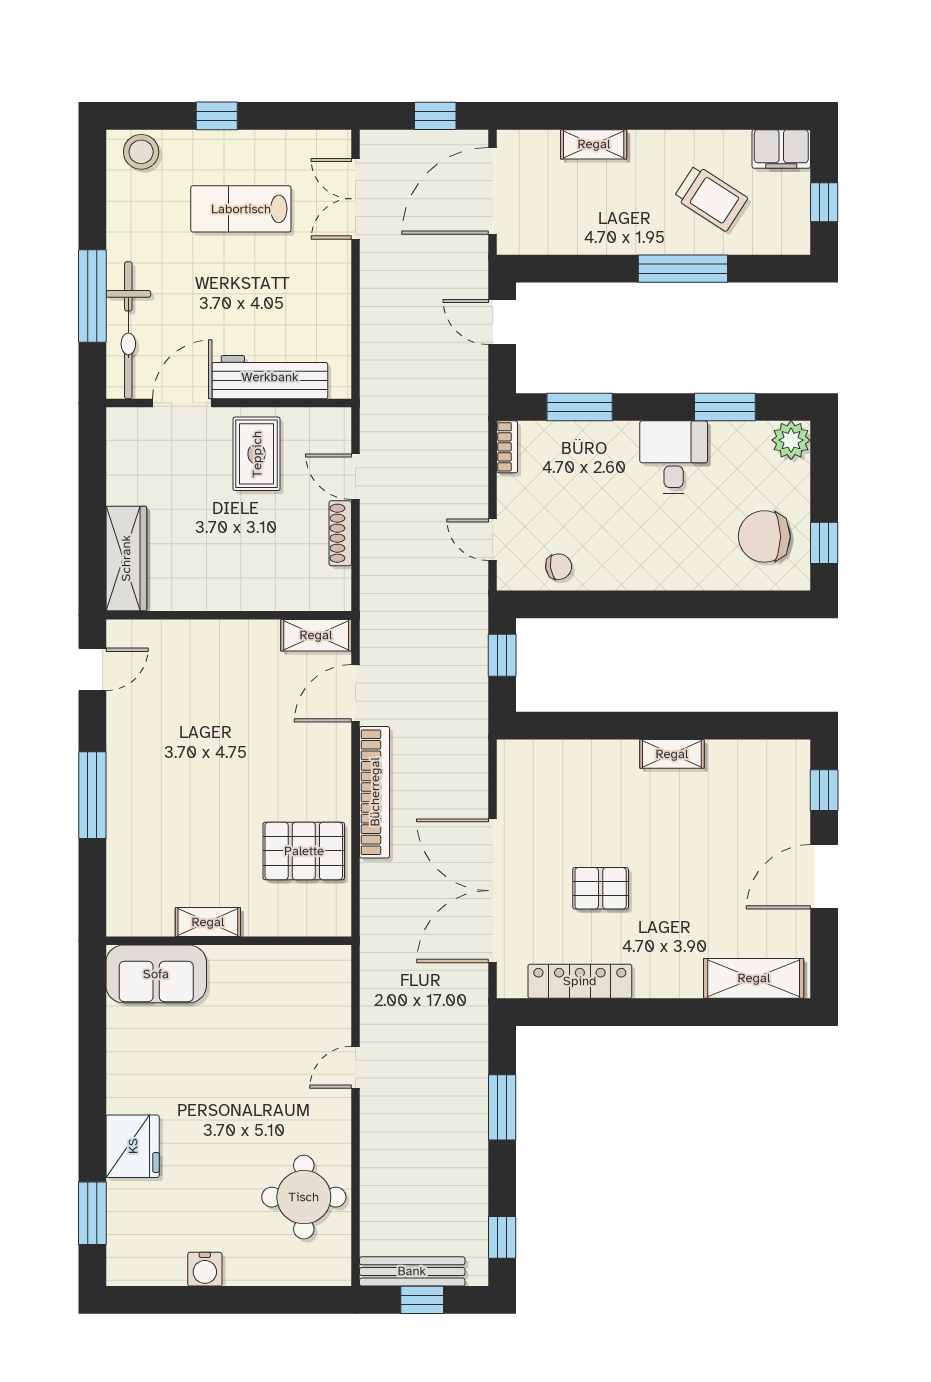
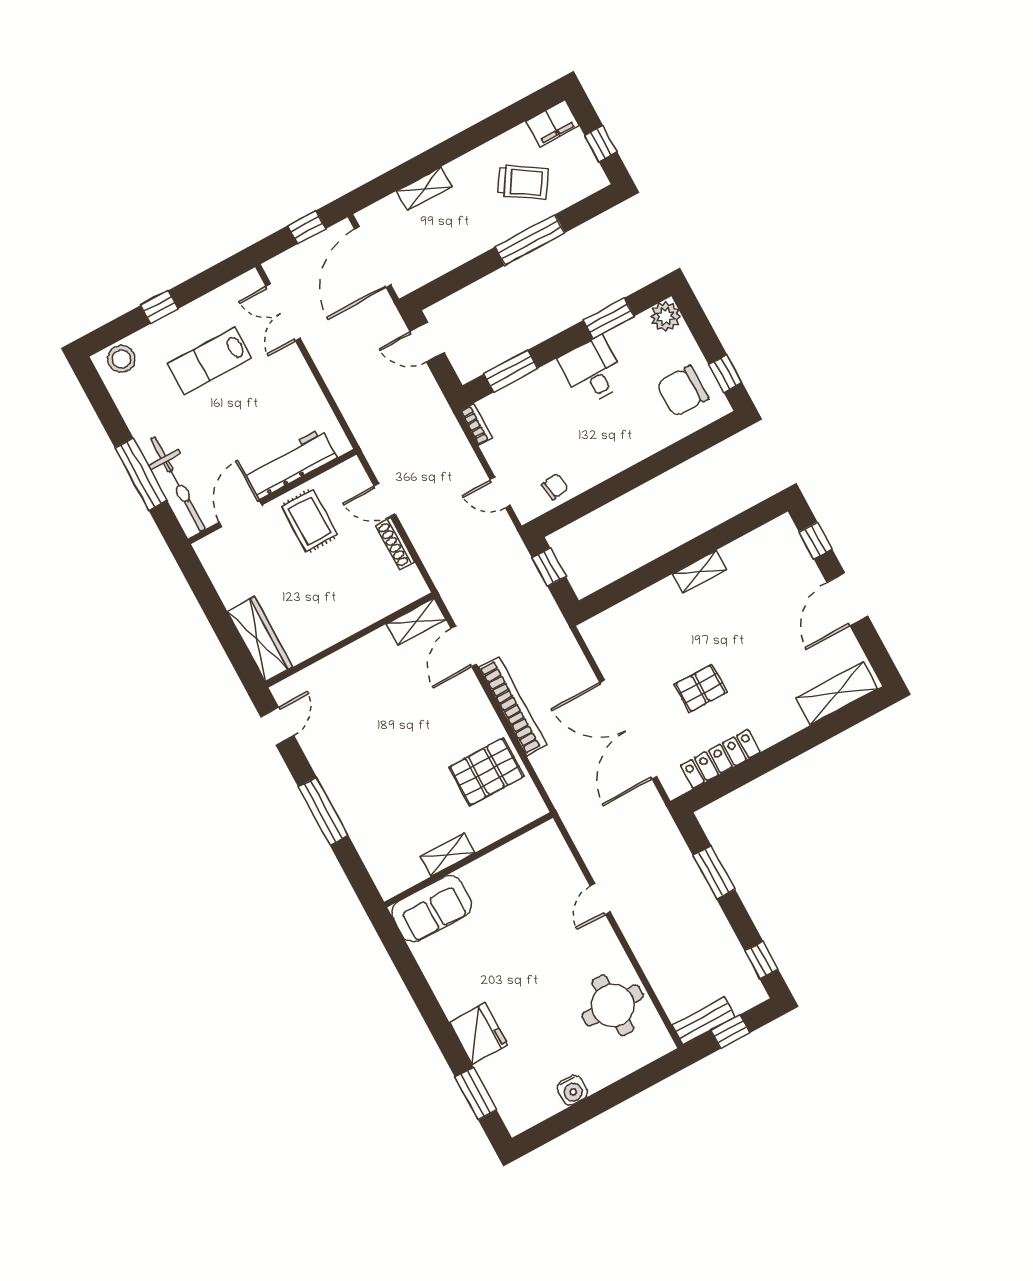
bench: (412, 1271) -> (704, 1021), width x0.73

